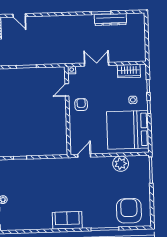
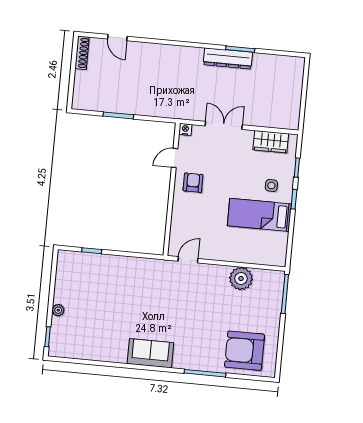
dresser: (110, 19) -> (228, 59), moved
bed: (128, 130) -> (259, 215), width x0.49
armchair: (129, 211) -> (245, 351), turned -90

